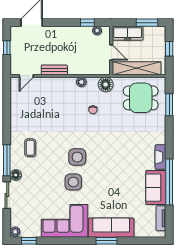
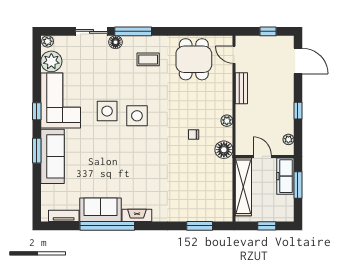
window: (87, 23) -> (298, 111), moved
window: (147, 23) -> (298, 185), moved
door: (111, 52) -> (262, 156), swing flipped
dining table: (141, 98) -> (194, 59), moved
plant: (32, 229) -> (51, 61), added
window: (29, 241) -> (37, 111), moved

